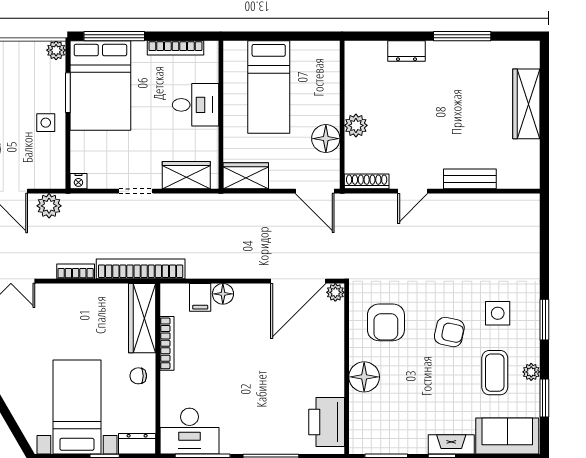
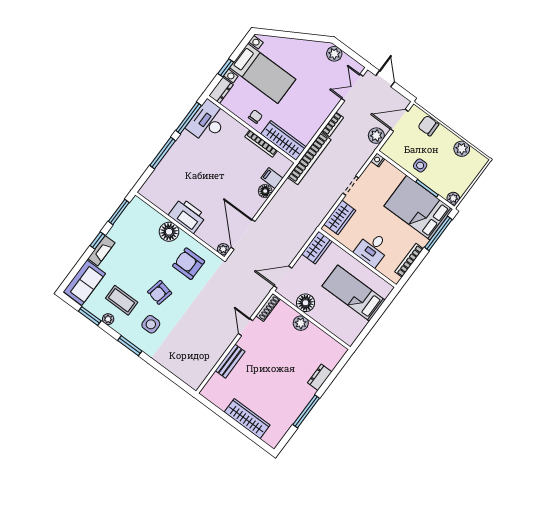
printer: (327, 422) -> (187, 216), moved

